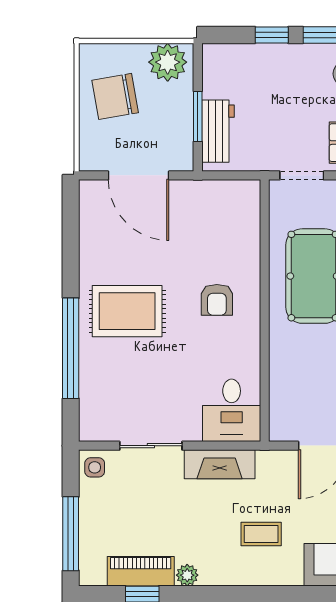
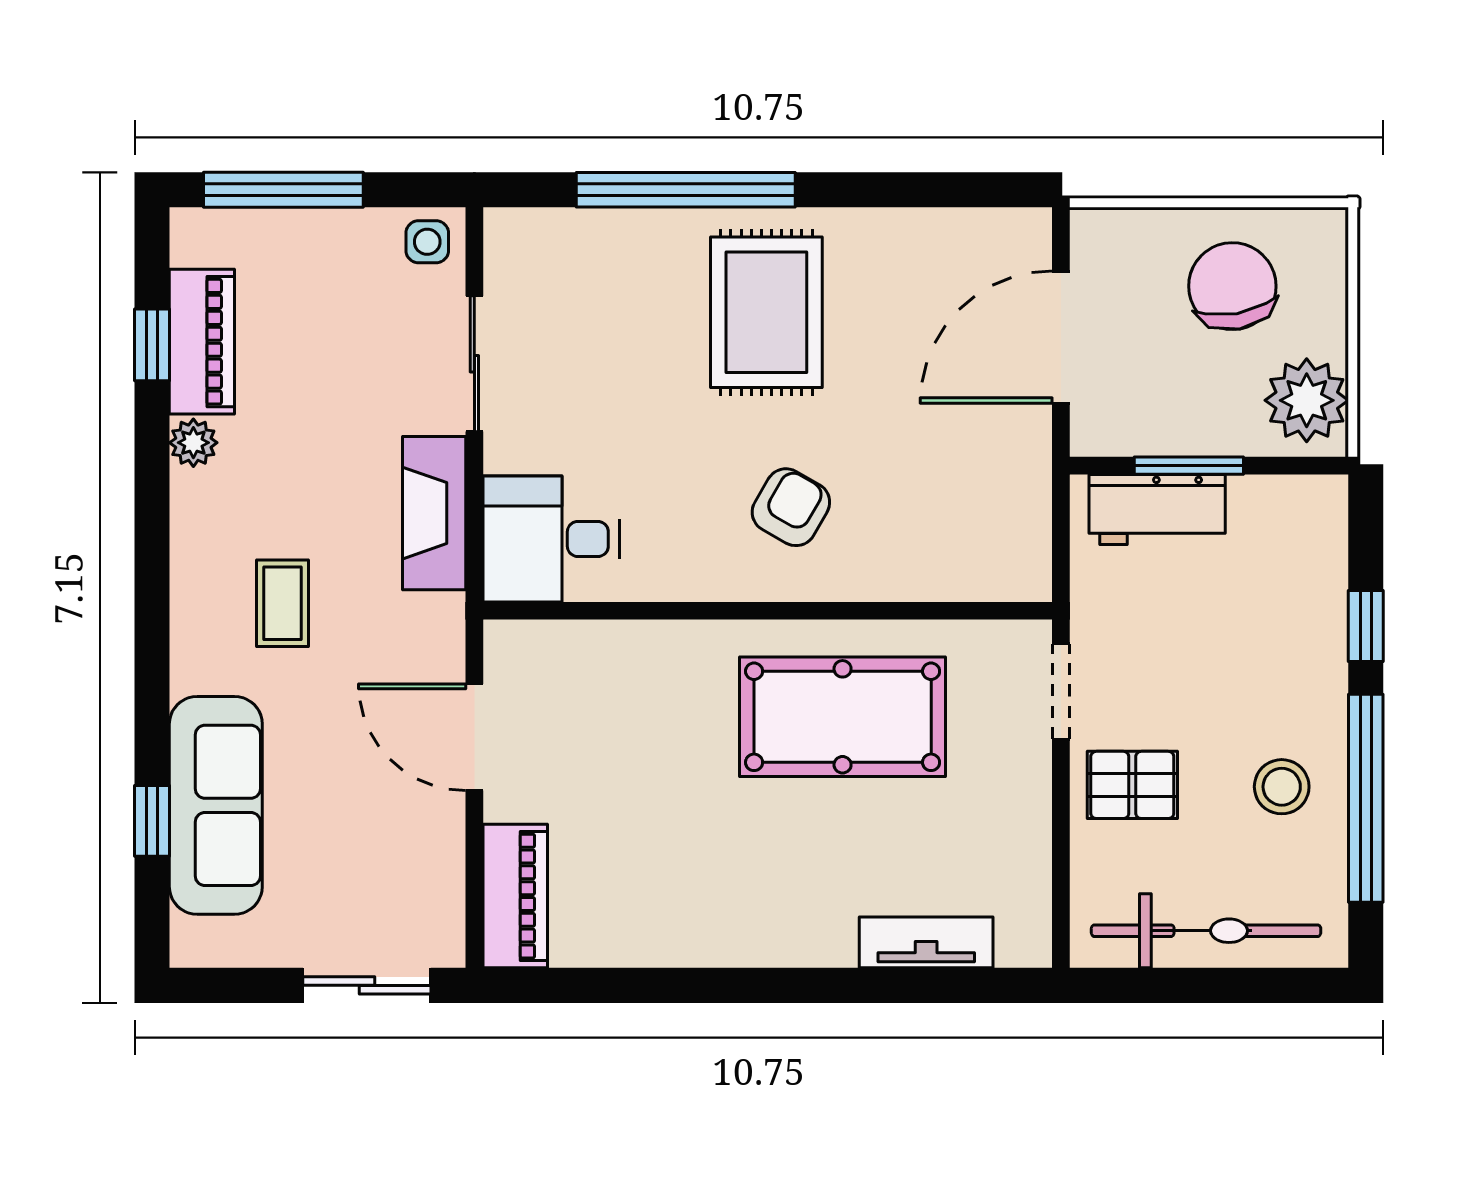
armchair: (217, 300) -> (791, 507), turned 120

